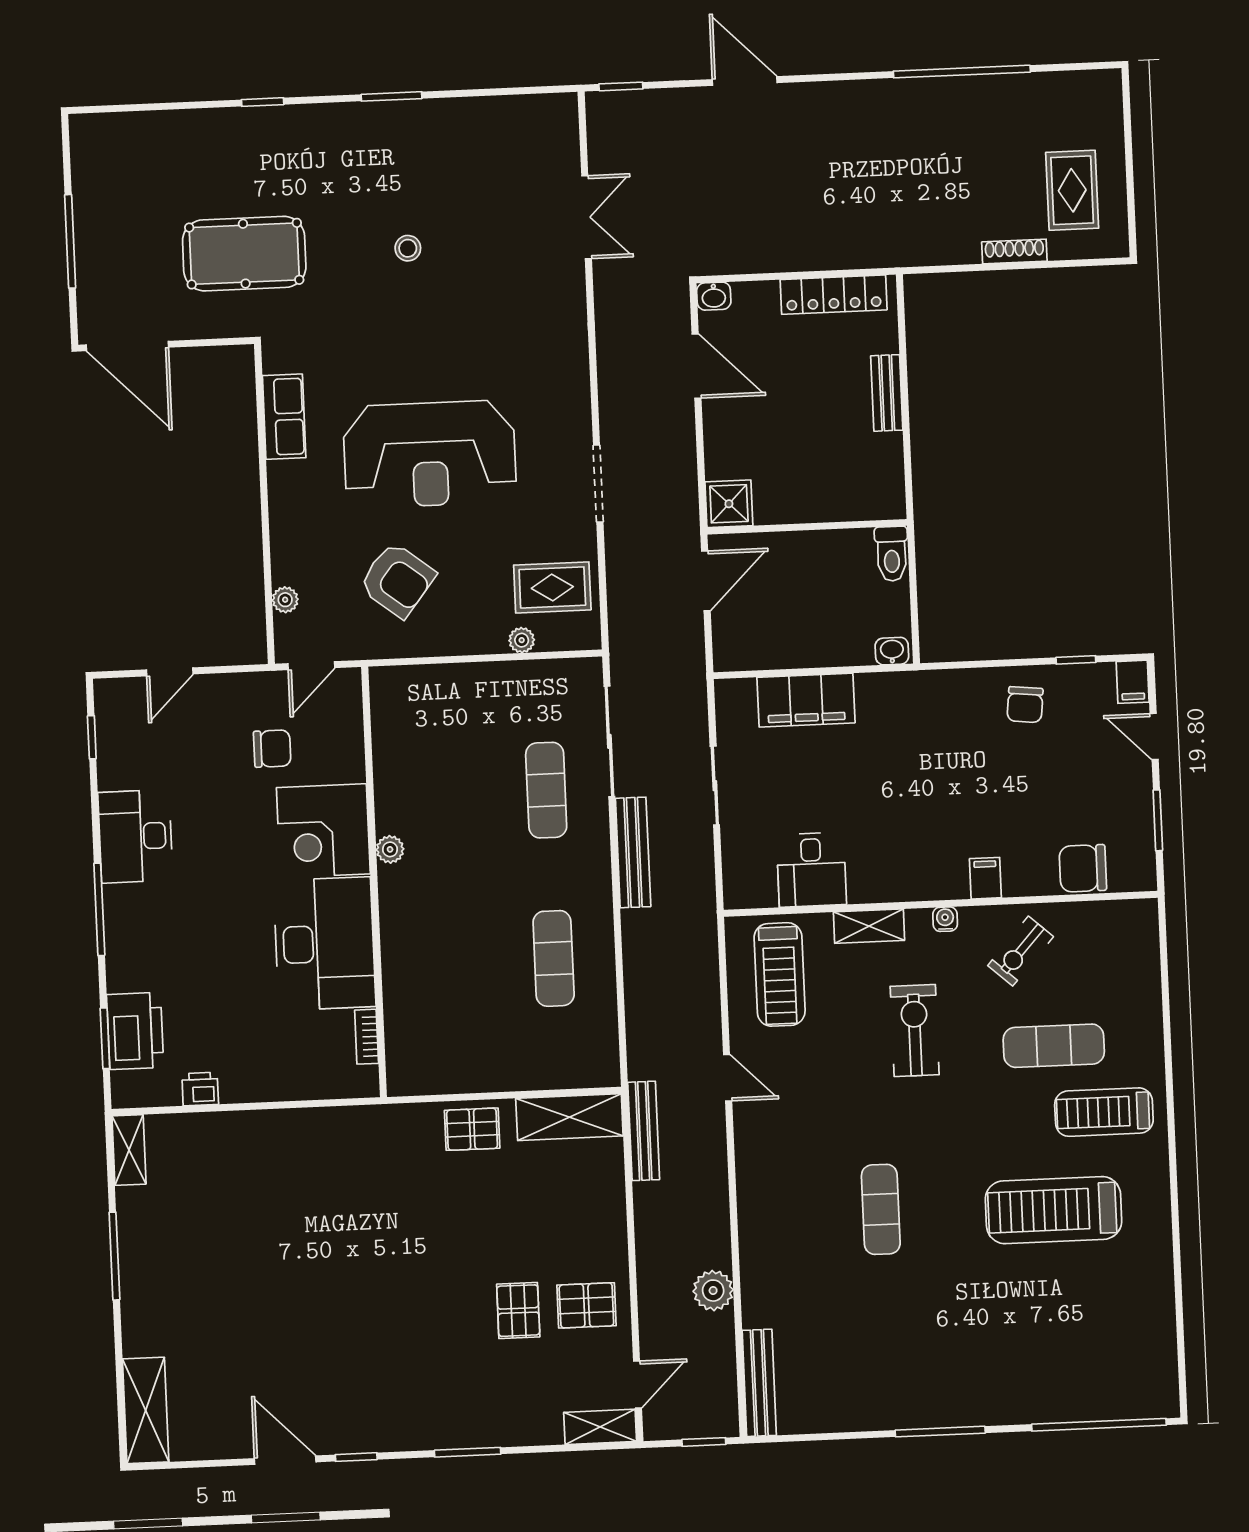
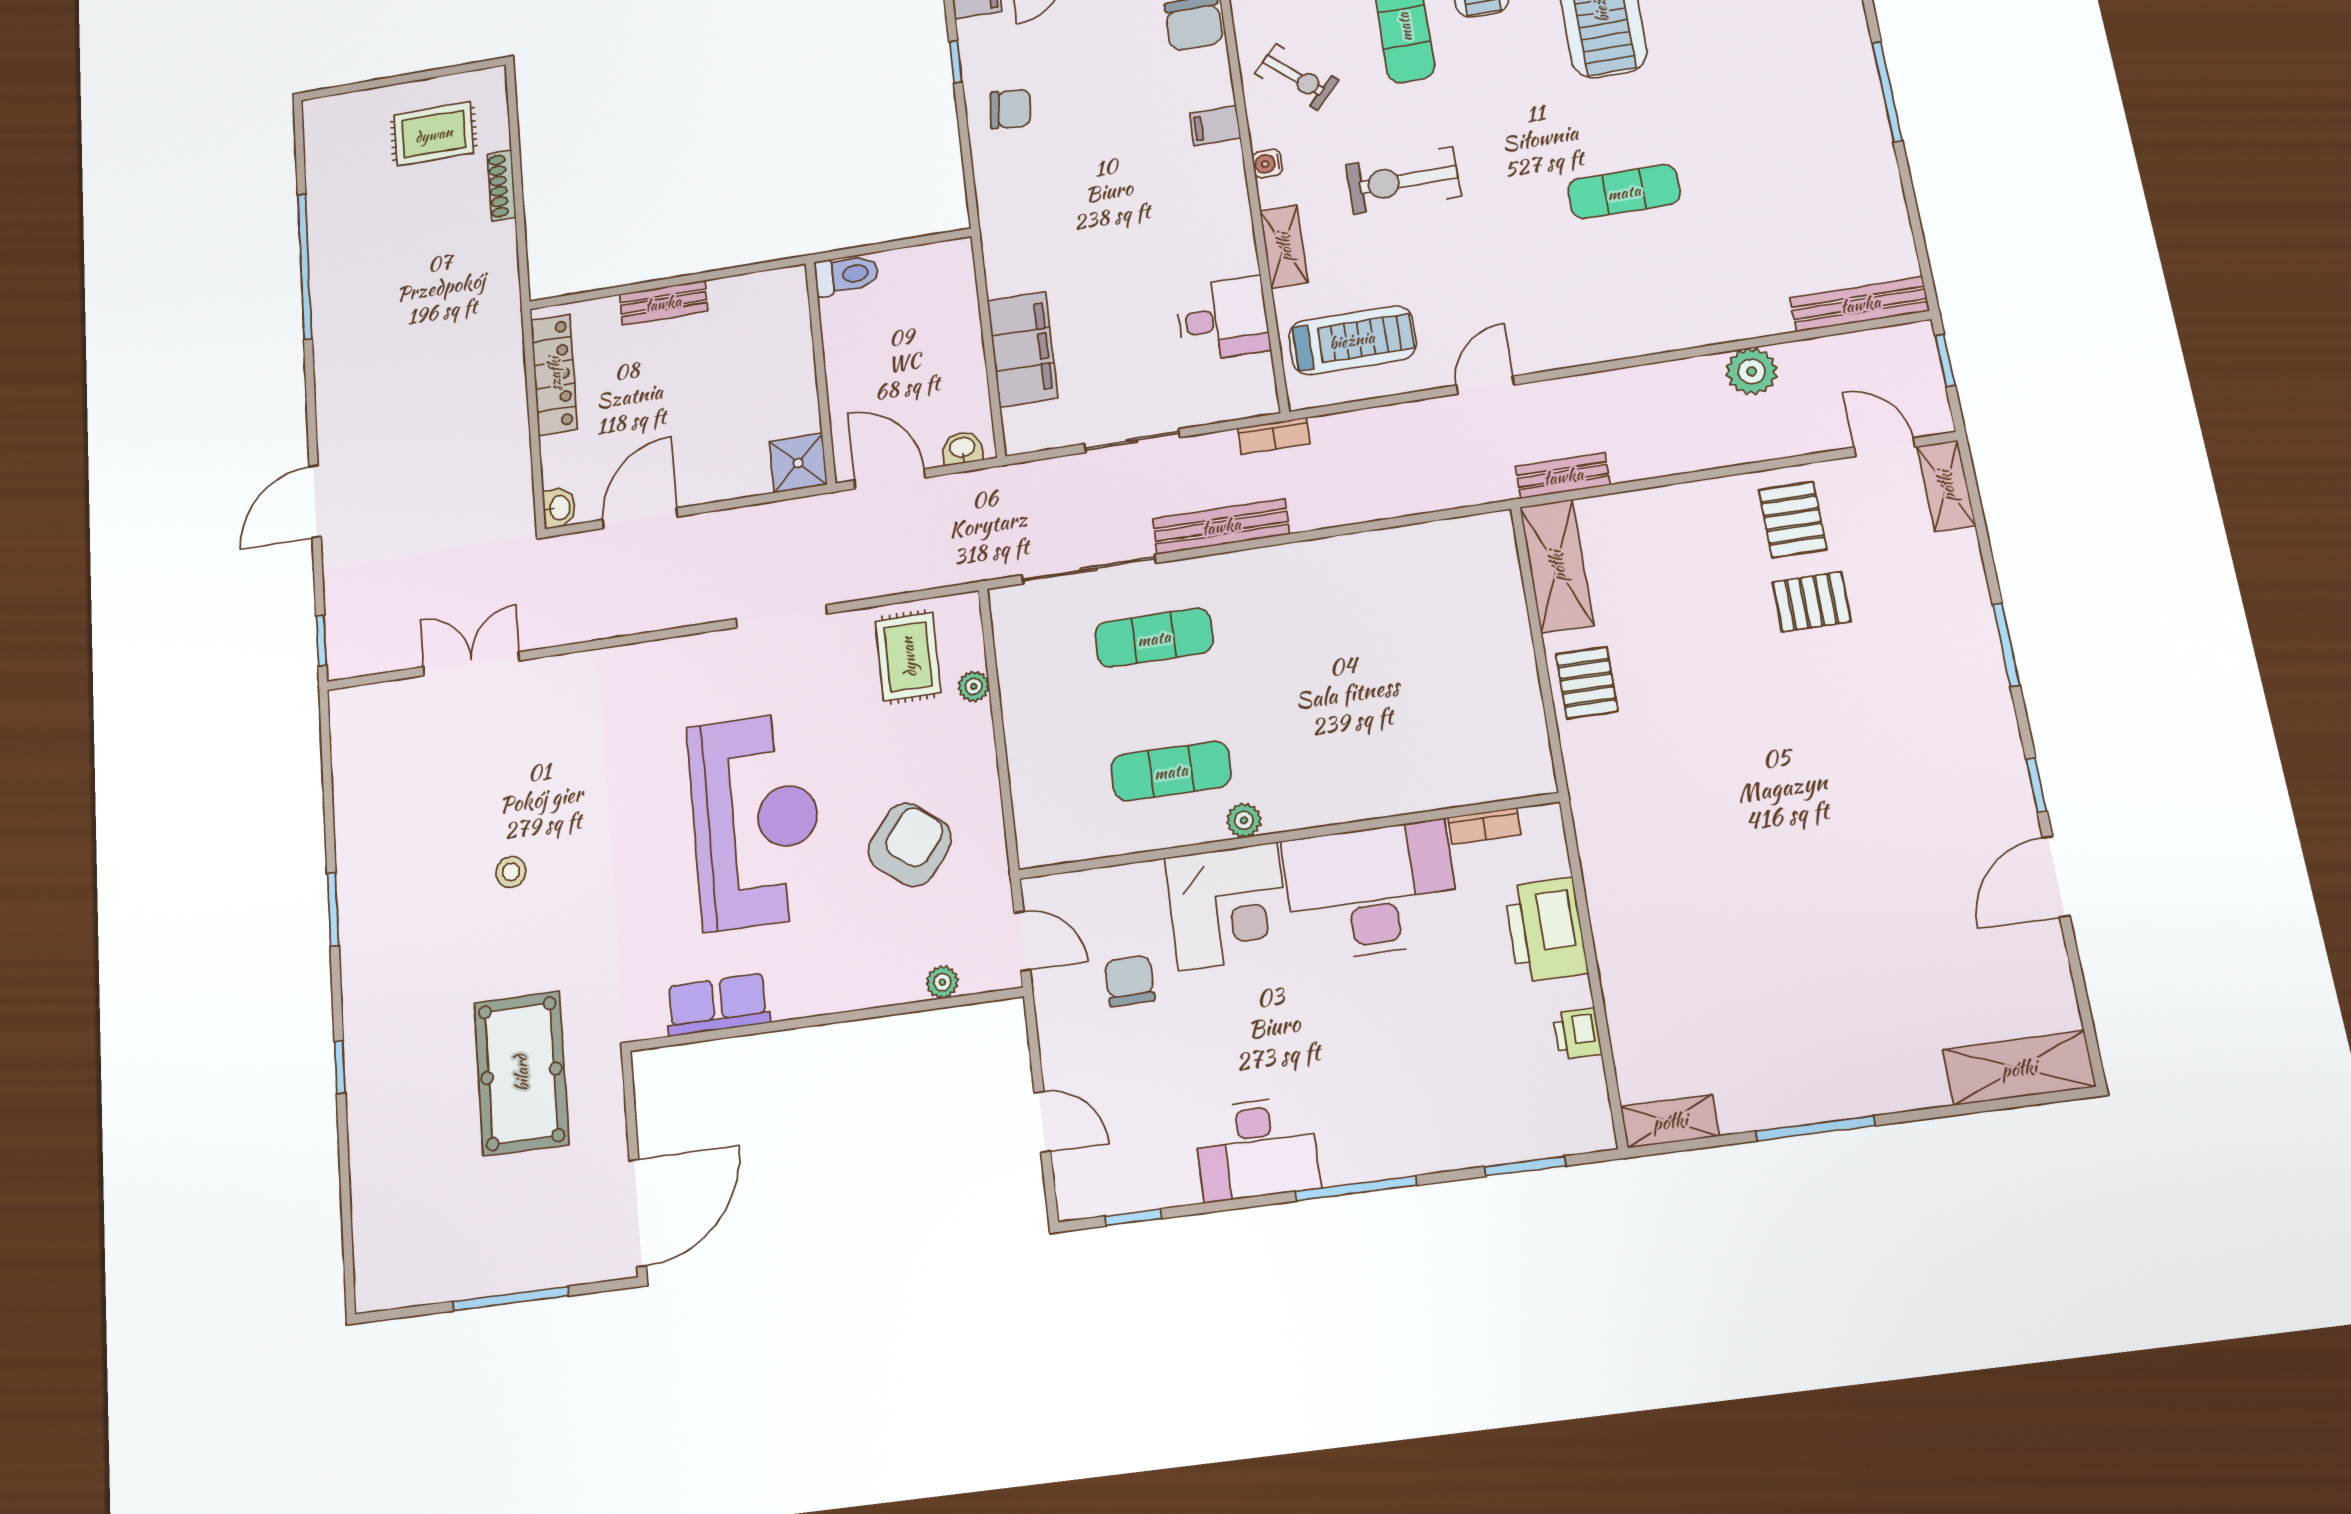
washbasin: (892, 651) -> (962, 448), moved, turned 90
bookcase: (705, 902) -> (1274, 436), added
exercise mat: (554, 958) -> (1171, 771), moved
printer: (135, 1031) -> (1546, 930), moved, turned -90
bench: (644, 1131) -> (1563, 476), width x0.73

